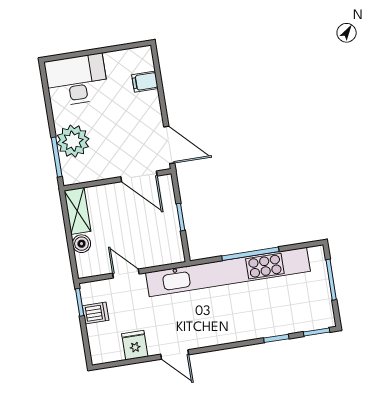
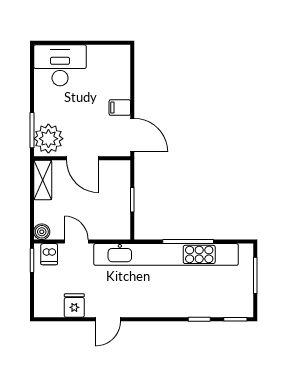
filing cabinet: (145, 82) -> (120, 108), moved
plant: (73, 141) -> (48, 139), moved
door: (139, 176) -> (83, 158), moved
boiler: (82, 244) -> (42, 232), moved
dishwasher: (96, 313) -> (49, 254), moved, turned 90
door: (175, 354) -> (108, 319), hinge flipped

